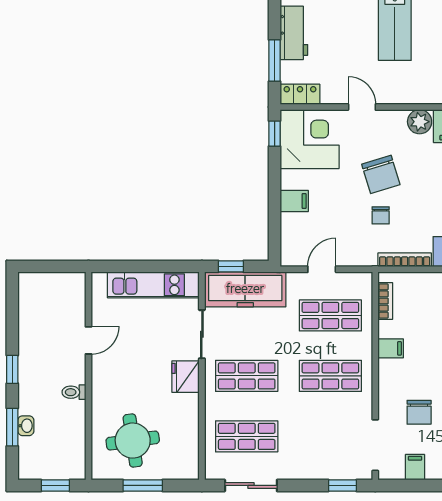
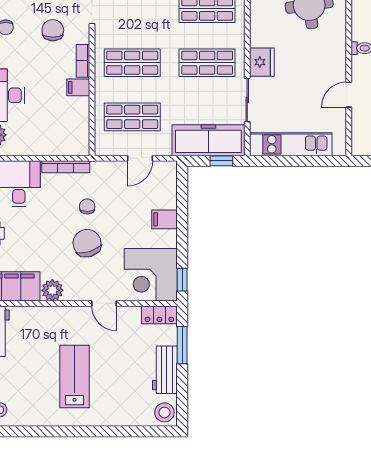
bookcase: (385, 301) -> (83, 61), moved

